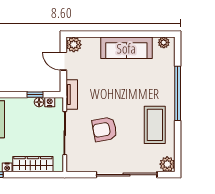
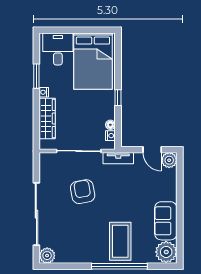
plant: (164, 42) -> (166, 252), width x1.87, depth x1.87
sofa: (126, 48) -> (166, 221), width x0.73
door: (63, 61) -> (152, 150), swing flipped
window: (35, 95) -> (118, 98), moved
coffee table: (155, 125) -> (120, 241), moved, turned 90

